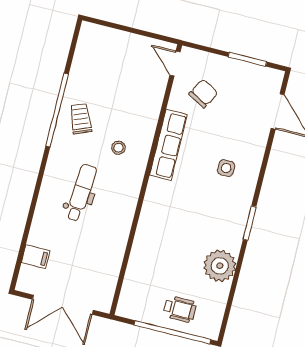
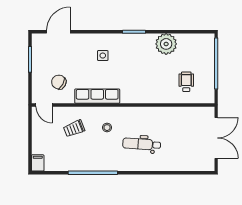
door: (175, 63) -> (44, 105), hinge flipped
trolley: (81, 119) -> (74, 129), moved
filing cabinet: (36, 257) -> (38, 163), moved
wheelchair: (180, 309) -> (186, 82), moved

